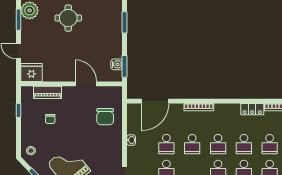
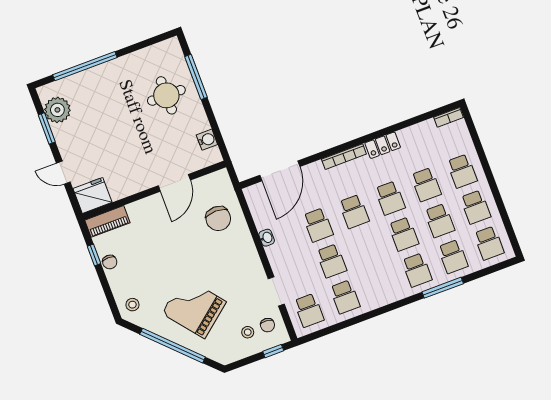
round table: (68, 18) -> (166, 95), moved
window: (124, 22) -> (196, 77), width x1.44
window: (124, 66) -> (219, 138), removed
door: (86, 84) -> (174, 183), swing flipped
piano: (47, 92) -> (107, 221), moved
locker: (252, 109) -> (383, 145), moved
chair: (50, 119) -> (110, 262), moved

